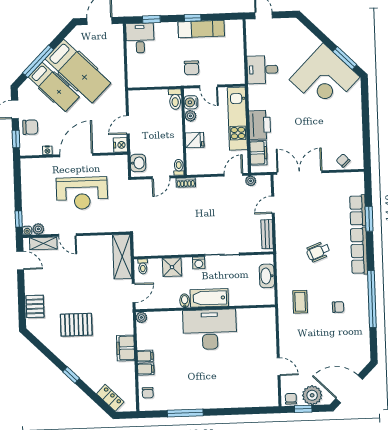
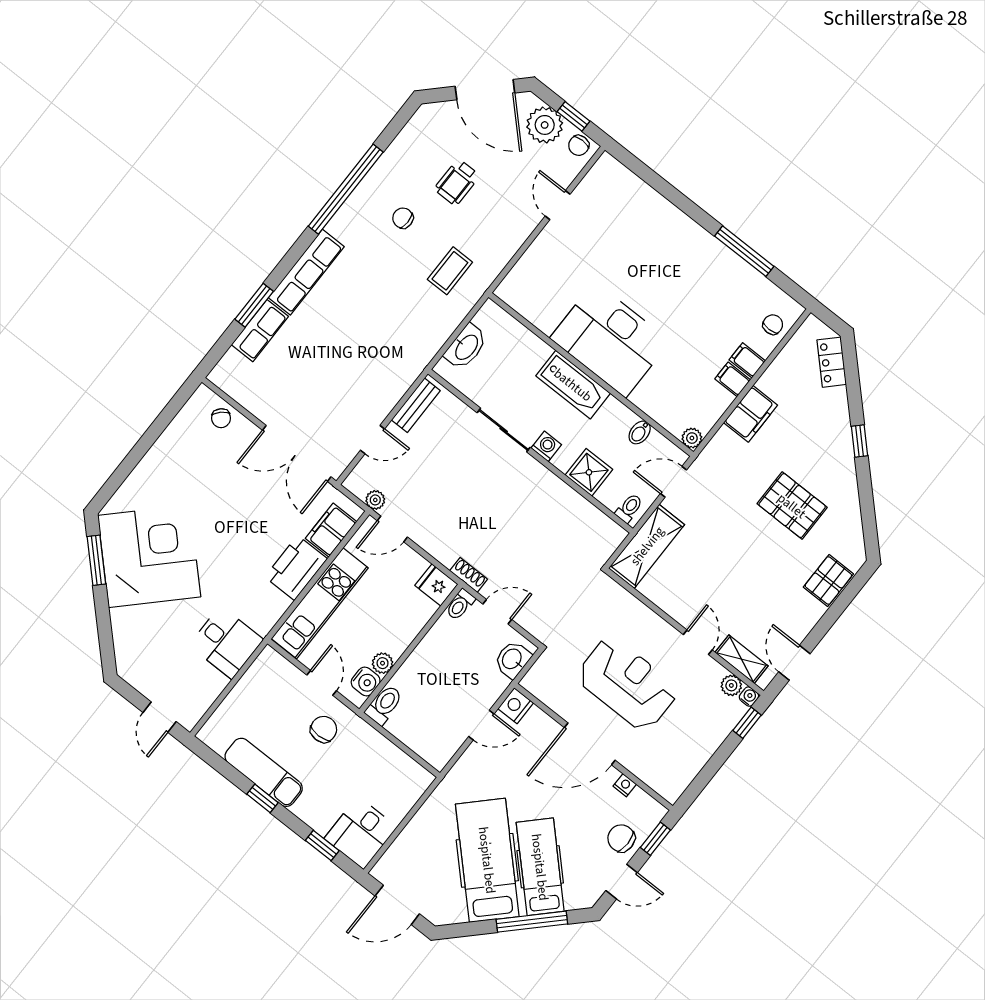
fridge: (195, 140) -> (436, 585), moved
wheelchair: (318, 252) -> (457, 182), moved, turned 111
bidet: (185, 301) -> (640, 432), moved

